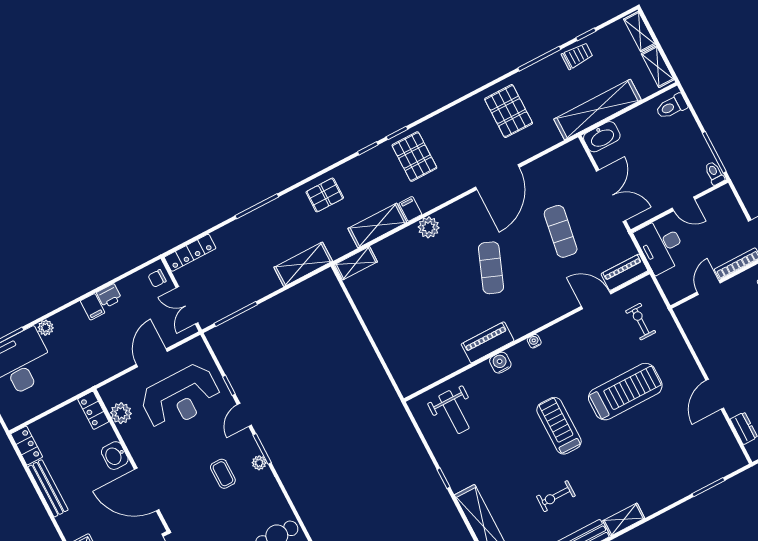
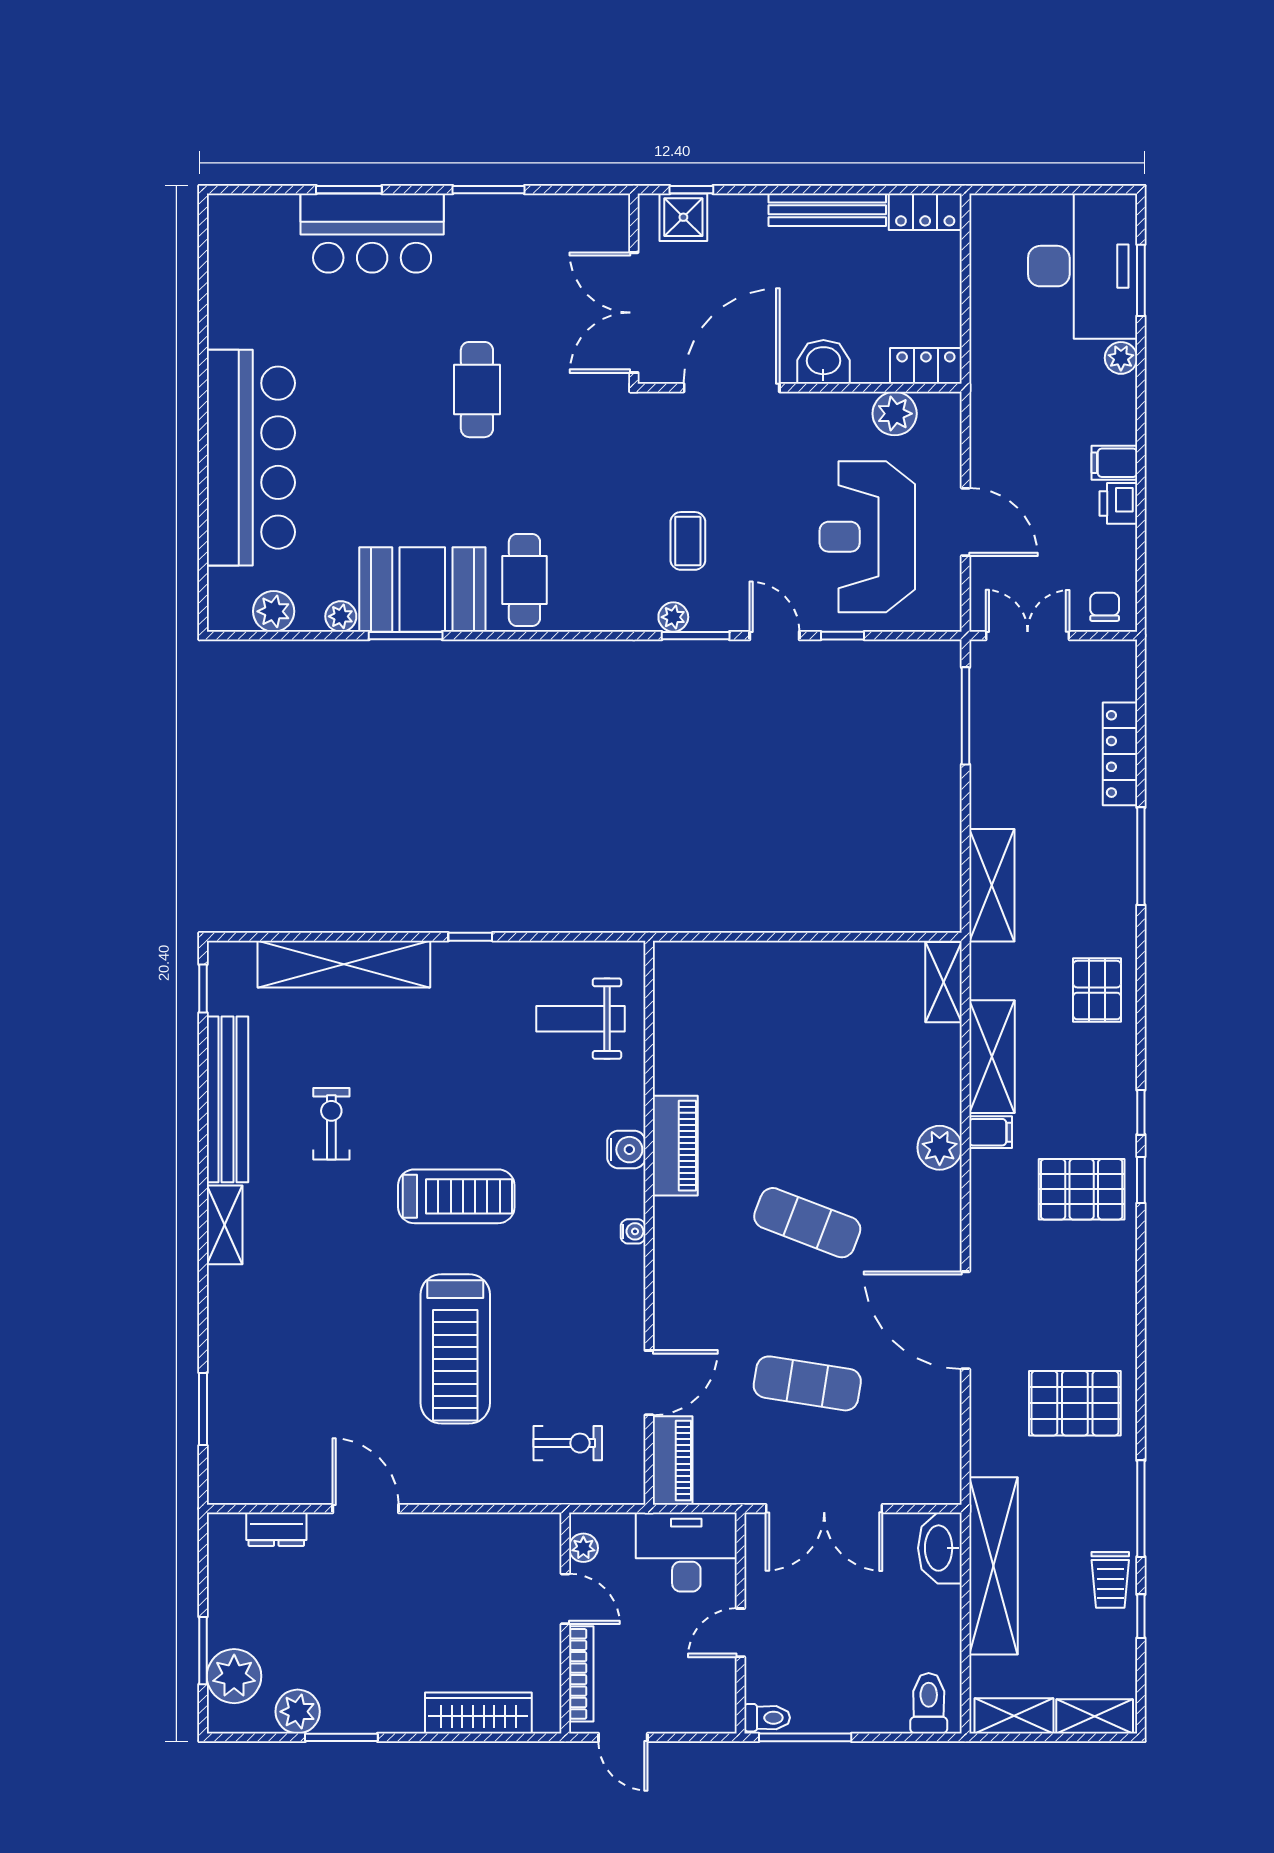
locker: (190, 253) -> (1120, 754), moved
plant: (682, 291) -> (583, 1548), added
coffee table: (223, 474) -> (688, 541), turned 90

